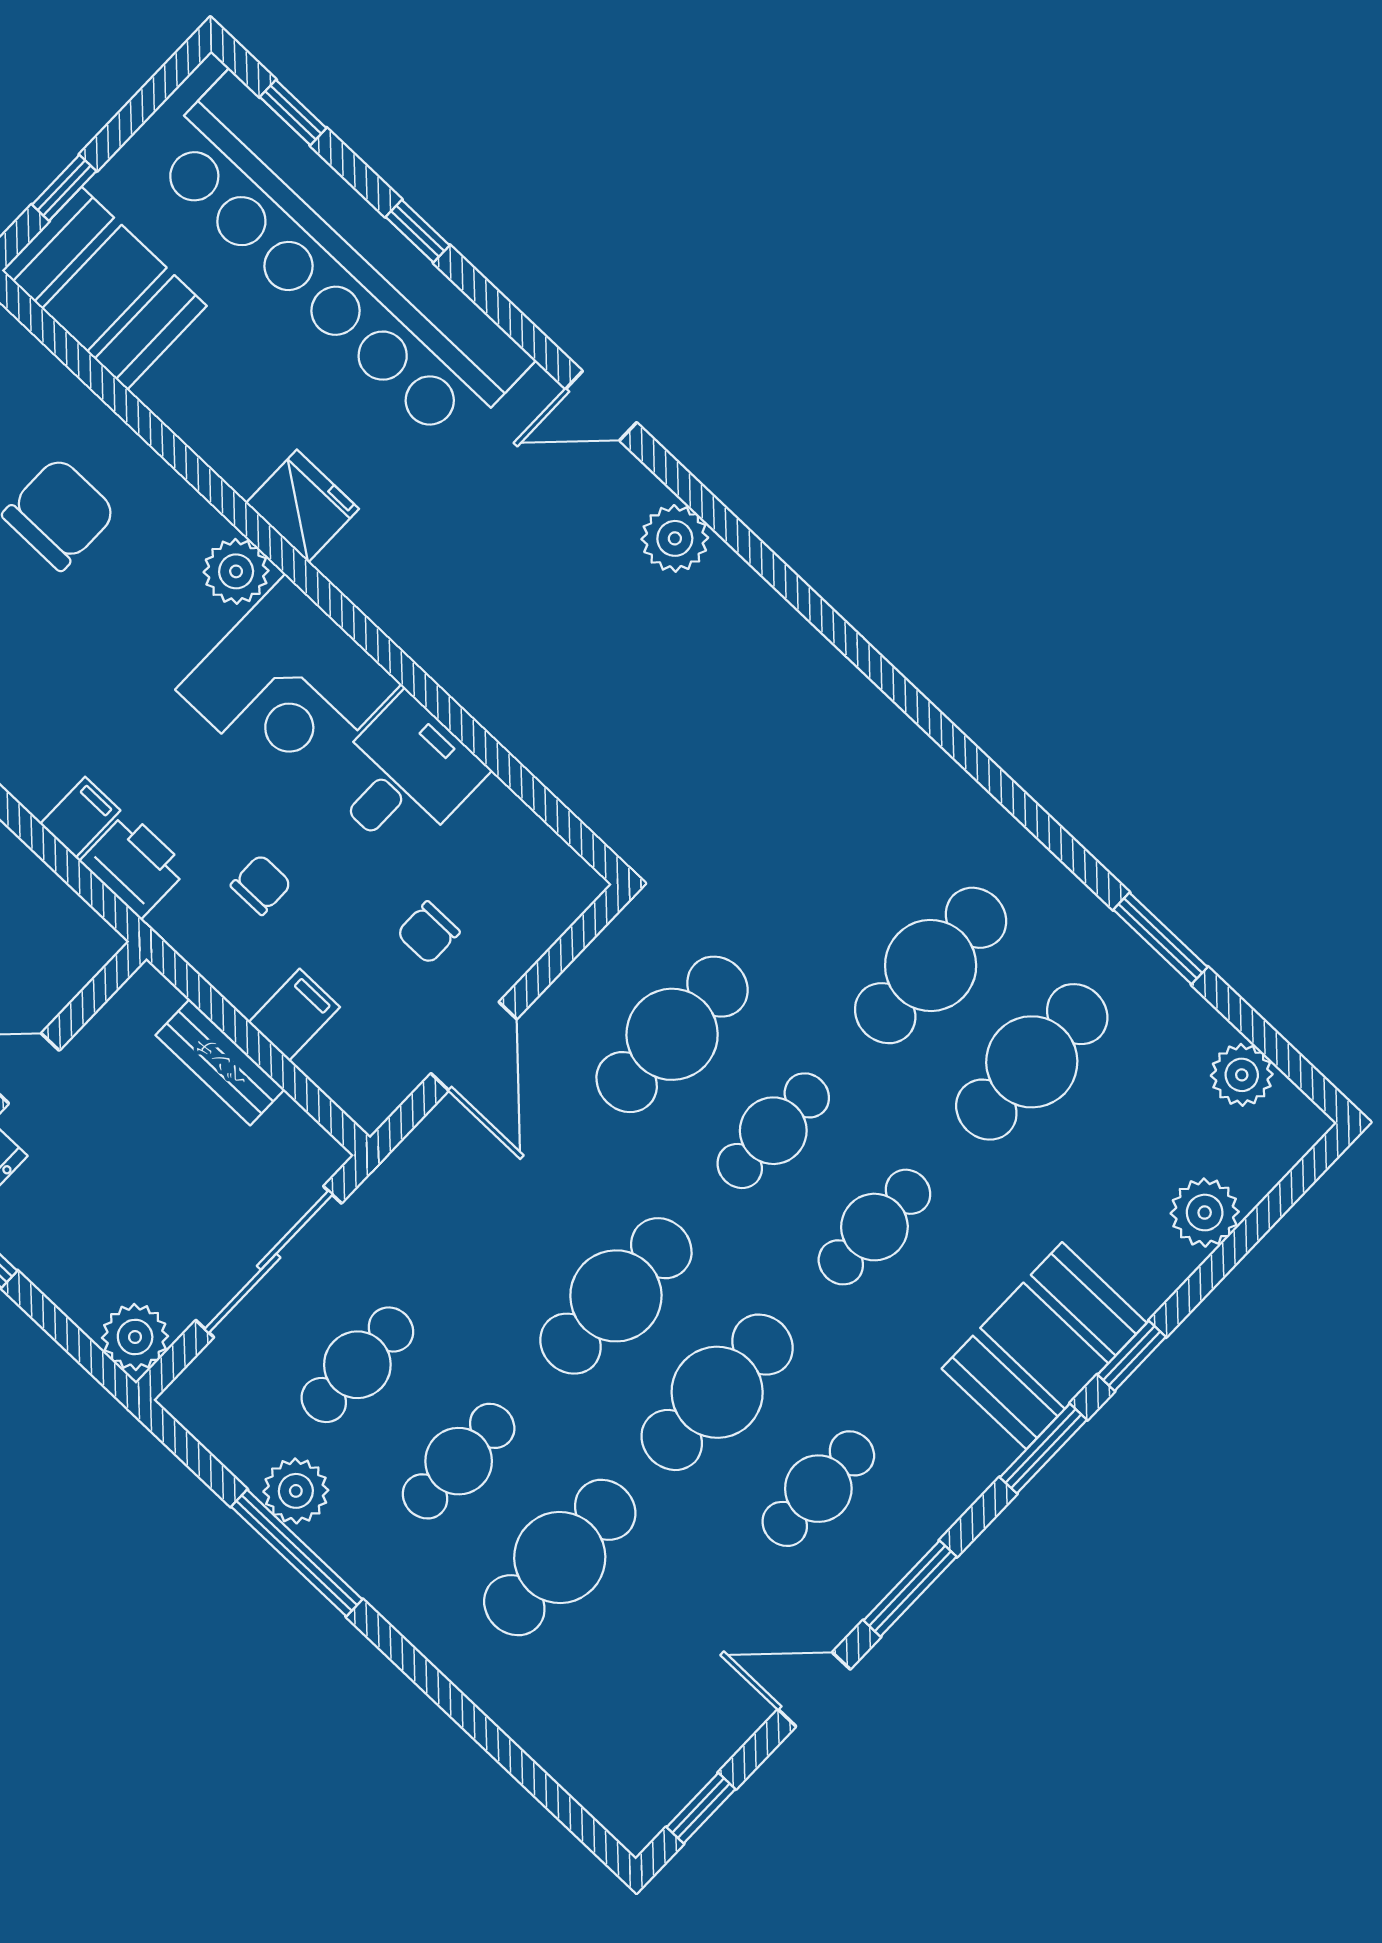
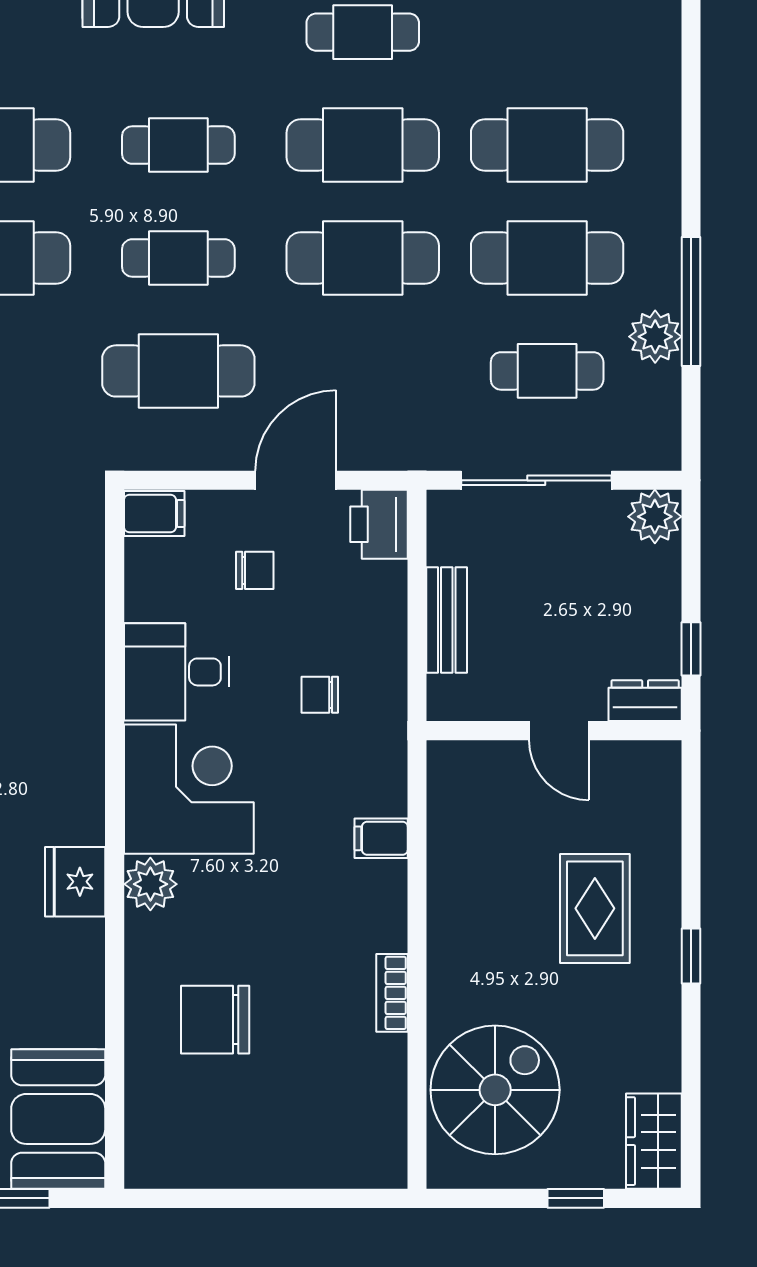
printer: (134, 865) -> (379, 524), moved
filing cabinet: (294, 1015) -> (154, 513), moved, turned 180
cafe table: (459, 1461) -> (547, 258), width x1.37, depth x1.35

